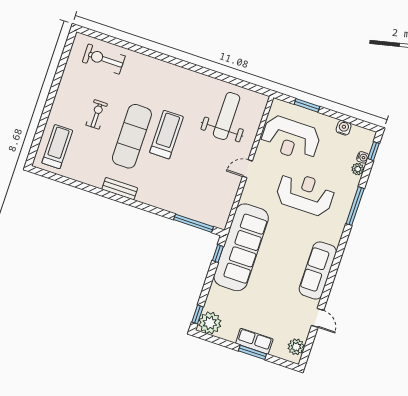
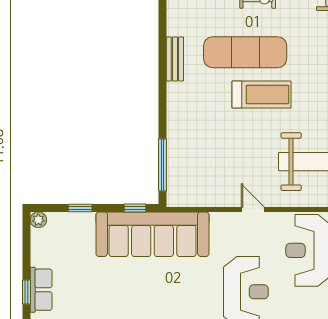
window: (197, 314) -> (80, 208), moved
plant: (210, 323) -> (38, 220), width x0.53, depth x0.53
window: (252, 352) -> (26, 292), width x0.67

